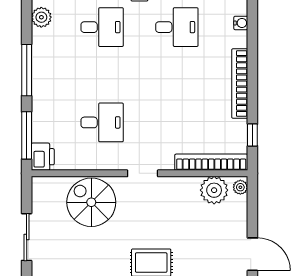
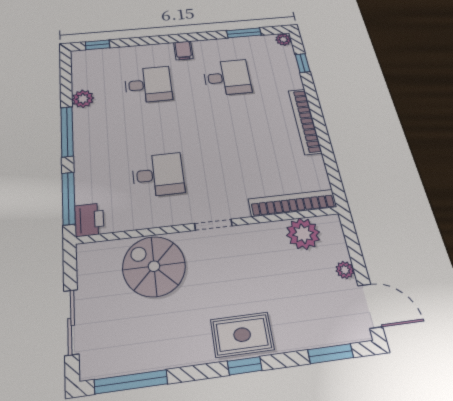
plant: (41, 17) -> (83, 99), moved
water cooler: (241, 23) -> (292, 68), removed
window: (252, 135) -> (303, 63), moved
plant: (240, 187) -> (345, 270), moved

